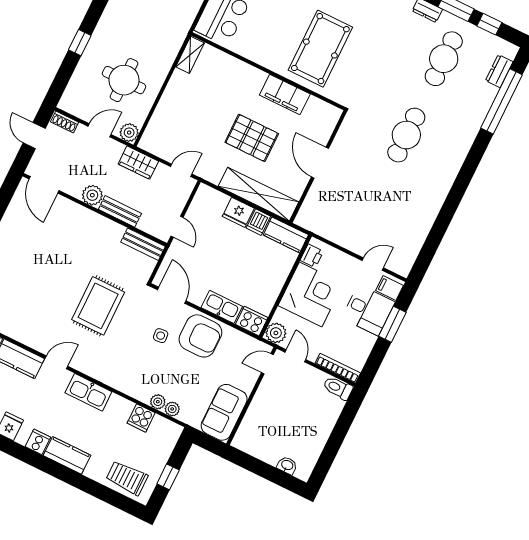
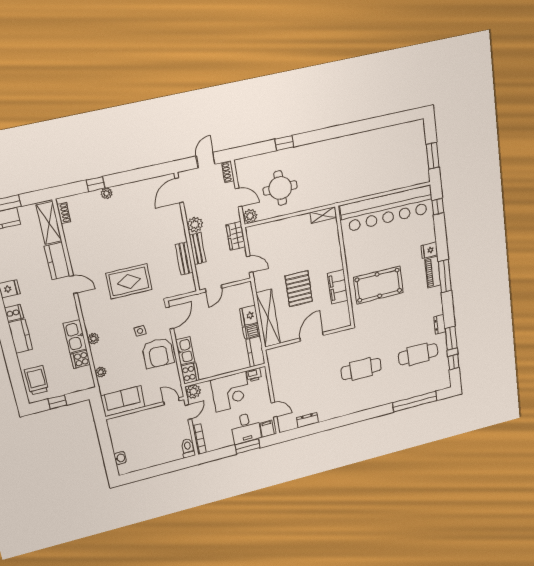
dresser: (499, 71) -> (308, 420), moved
bench: (143, 244) -> (184, 258), moved
kitchen sink: (88, 392) -> (75, 336), moved
plant: (158, 402) -> (93, 339), moved

